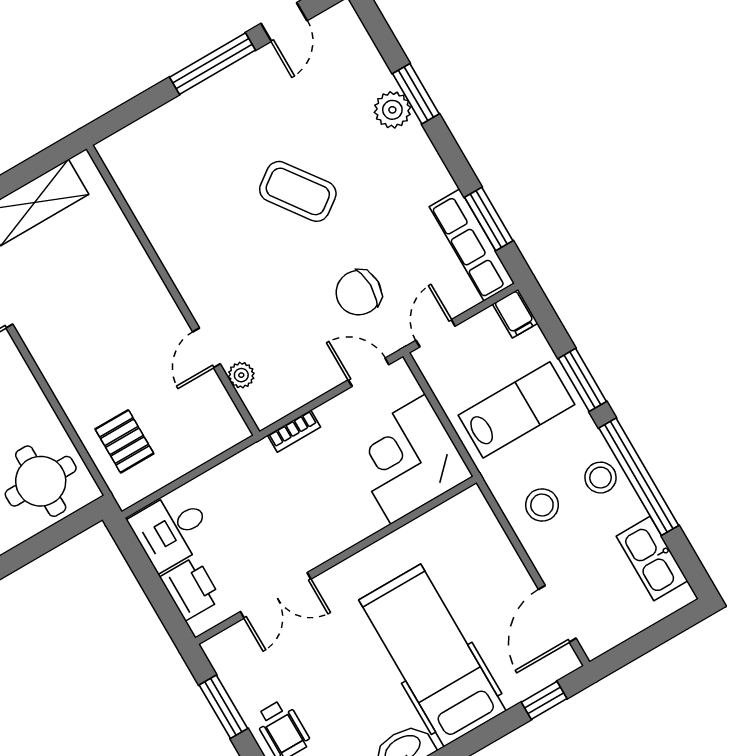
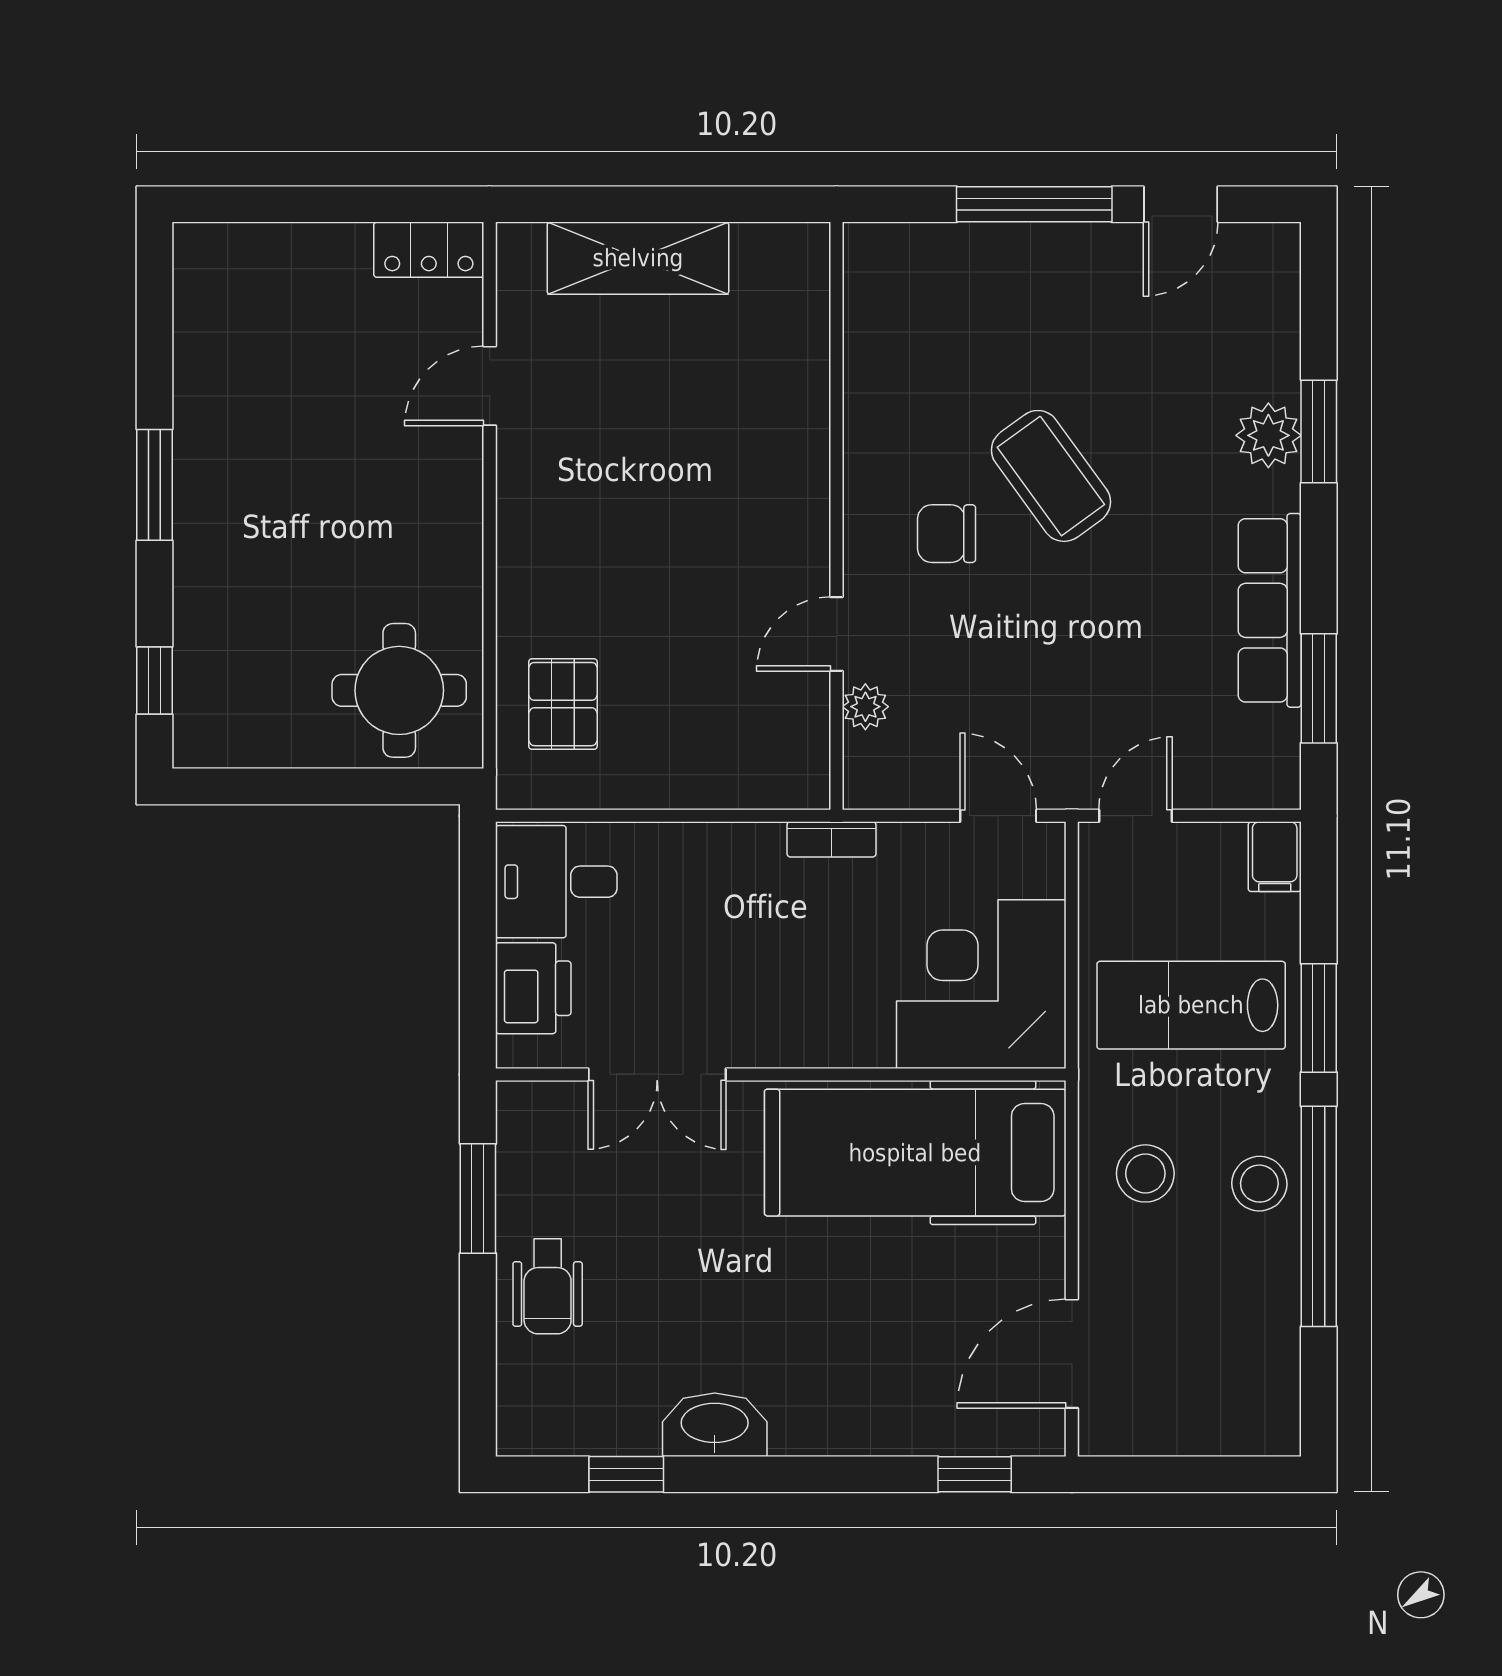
row of seats: (472, 245) -> (1270, 610), moved
wall: (173, 290) -> (837, 516), moved
chair: (359, 293) -> (947, 534), moved, width x0.73, depth x0.73
door: (207, 348) -> (837, 634), moved
plant: (241, 375) -> (865, 707), moved
lab bench: (517, 410) -> (1191, 1005), turned 180
kitchen sink: (652, 558) -> (1266, 1353), removed
hospital bed: (432, 655) -> (915, 1153), moved, turned -90

